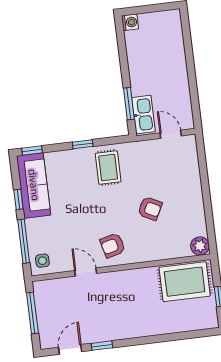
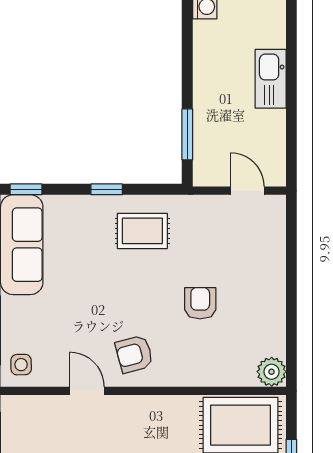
kitchen sink: (143, 115) -> (271, 79), moved, turned 180
rug: (108, 168) -> (142, 231), turned 90
armchair: (150, 208) -> (200, 303), turned -117

